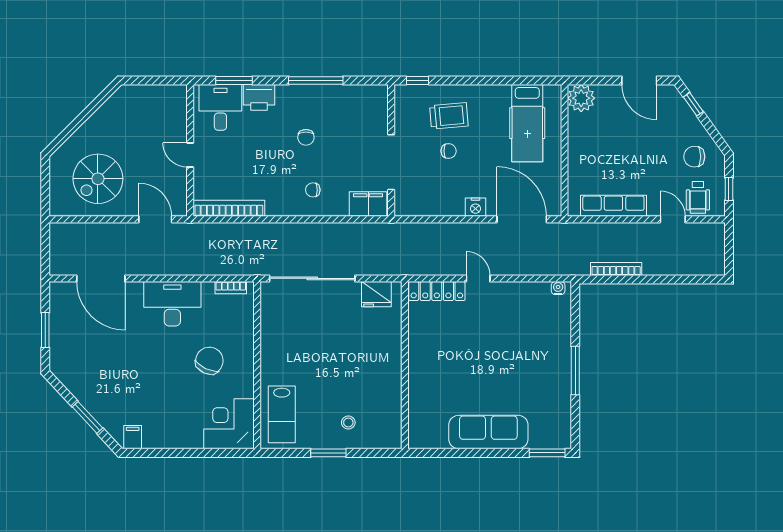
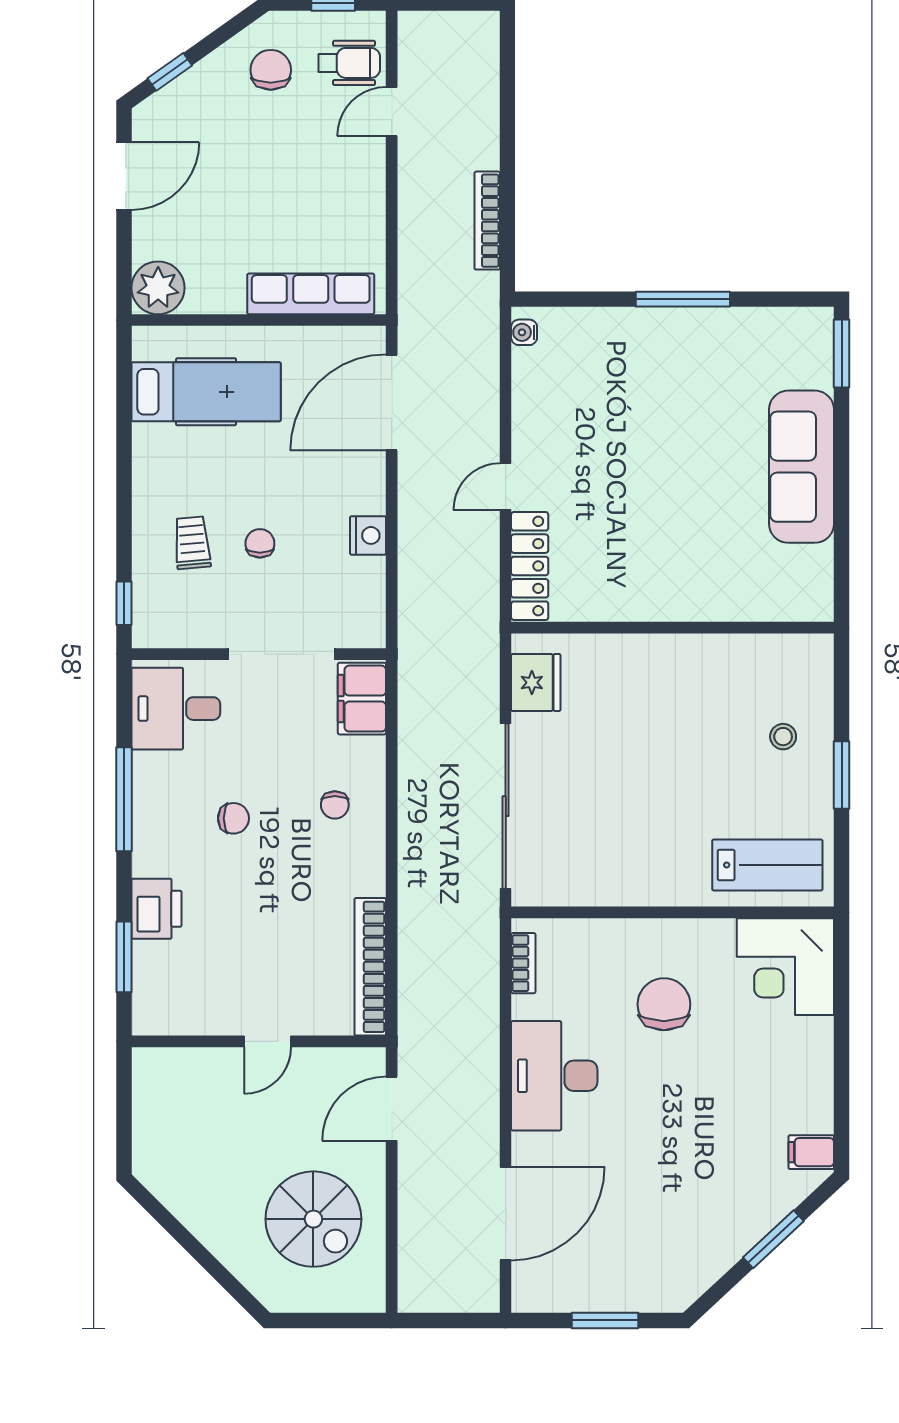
desk: (220, 107) -> (176, 709), moved
trolley: (449, 116) -> (192, 543), width x0.73, depth x0.72
chair: (694, 157) -> (271, 70), turned 180
row of seats: (613, 206) -> (311, 294), moved, turned 90
nightstand: (476, 207) -> (368, 535), moved
chair: (209, 361) -> (664, 1004), turned 65

